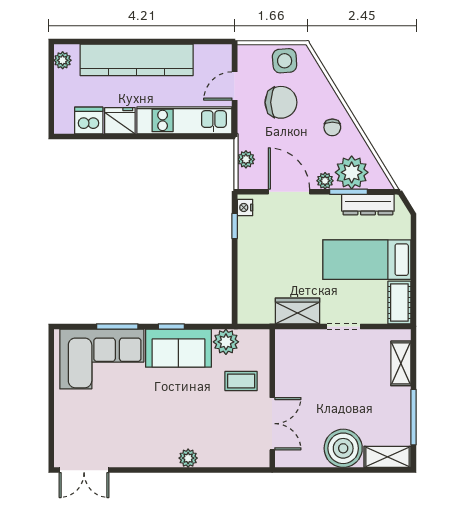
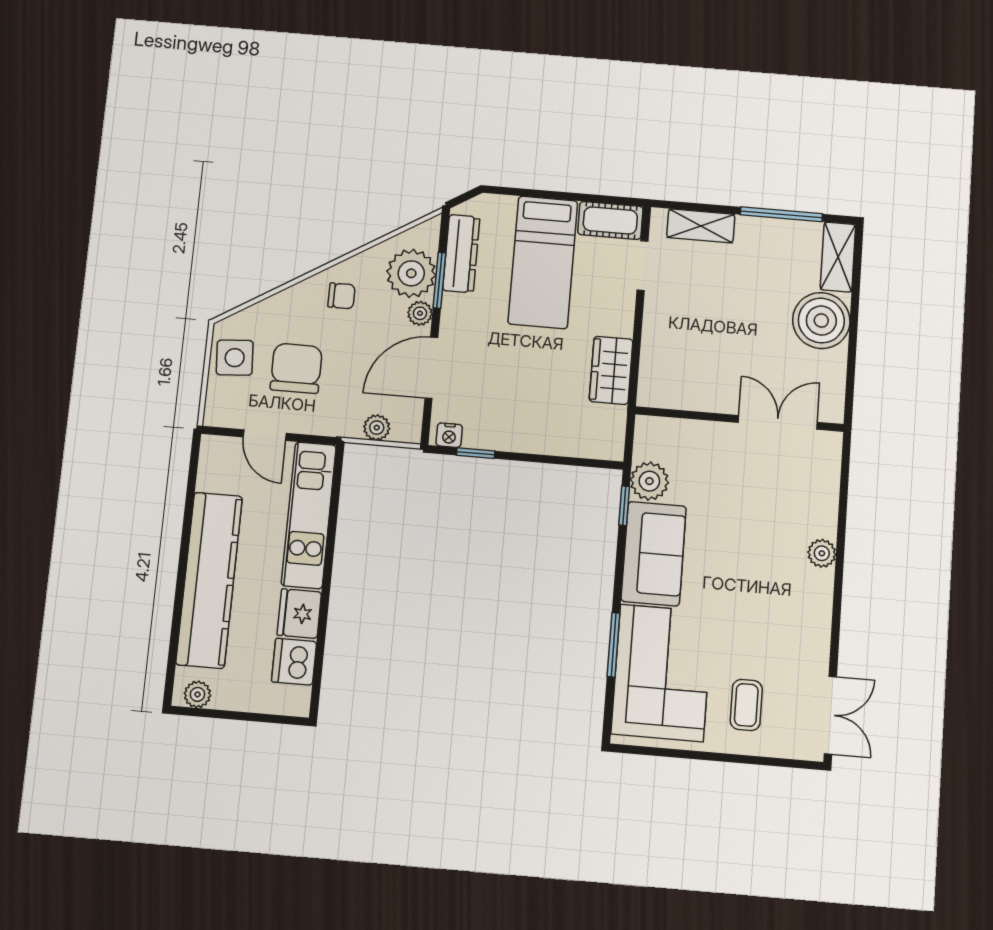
window: (171, 326) -> (624, 506), moved
doorway: (344, 326) -> (643, 265), moved
coffee table: (241, 381) -> (746, 705), moved

